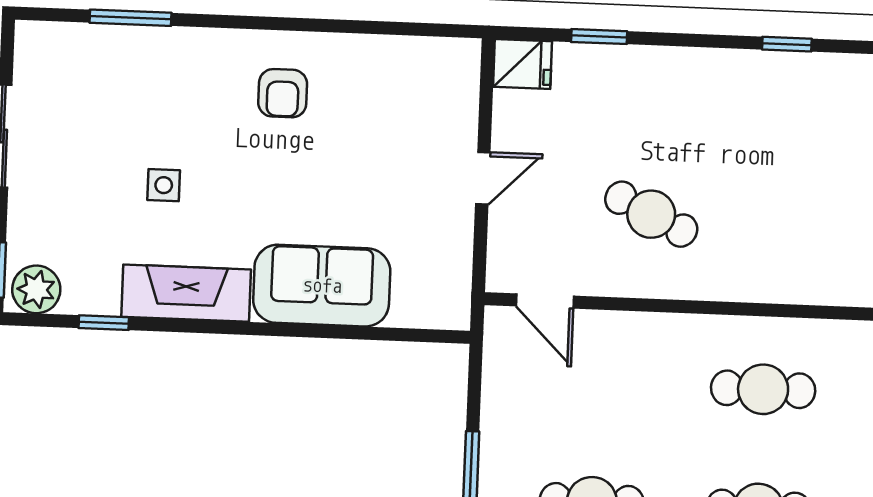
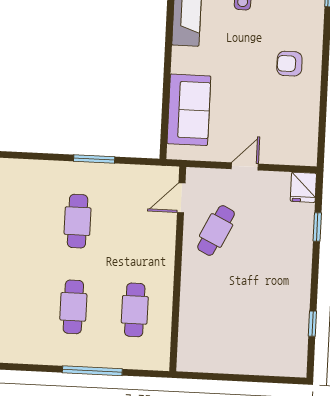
door: (483, 178) -> (245, 166), swing flipped
cafe table: (651, 214) -> (216, 230), moved
sofa: (322, 286) -> (189, 110), moved

